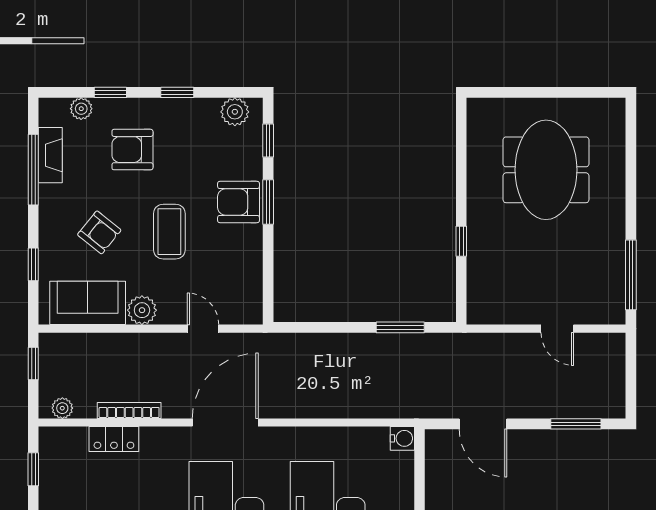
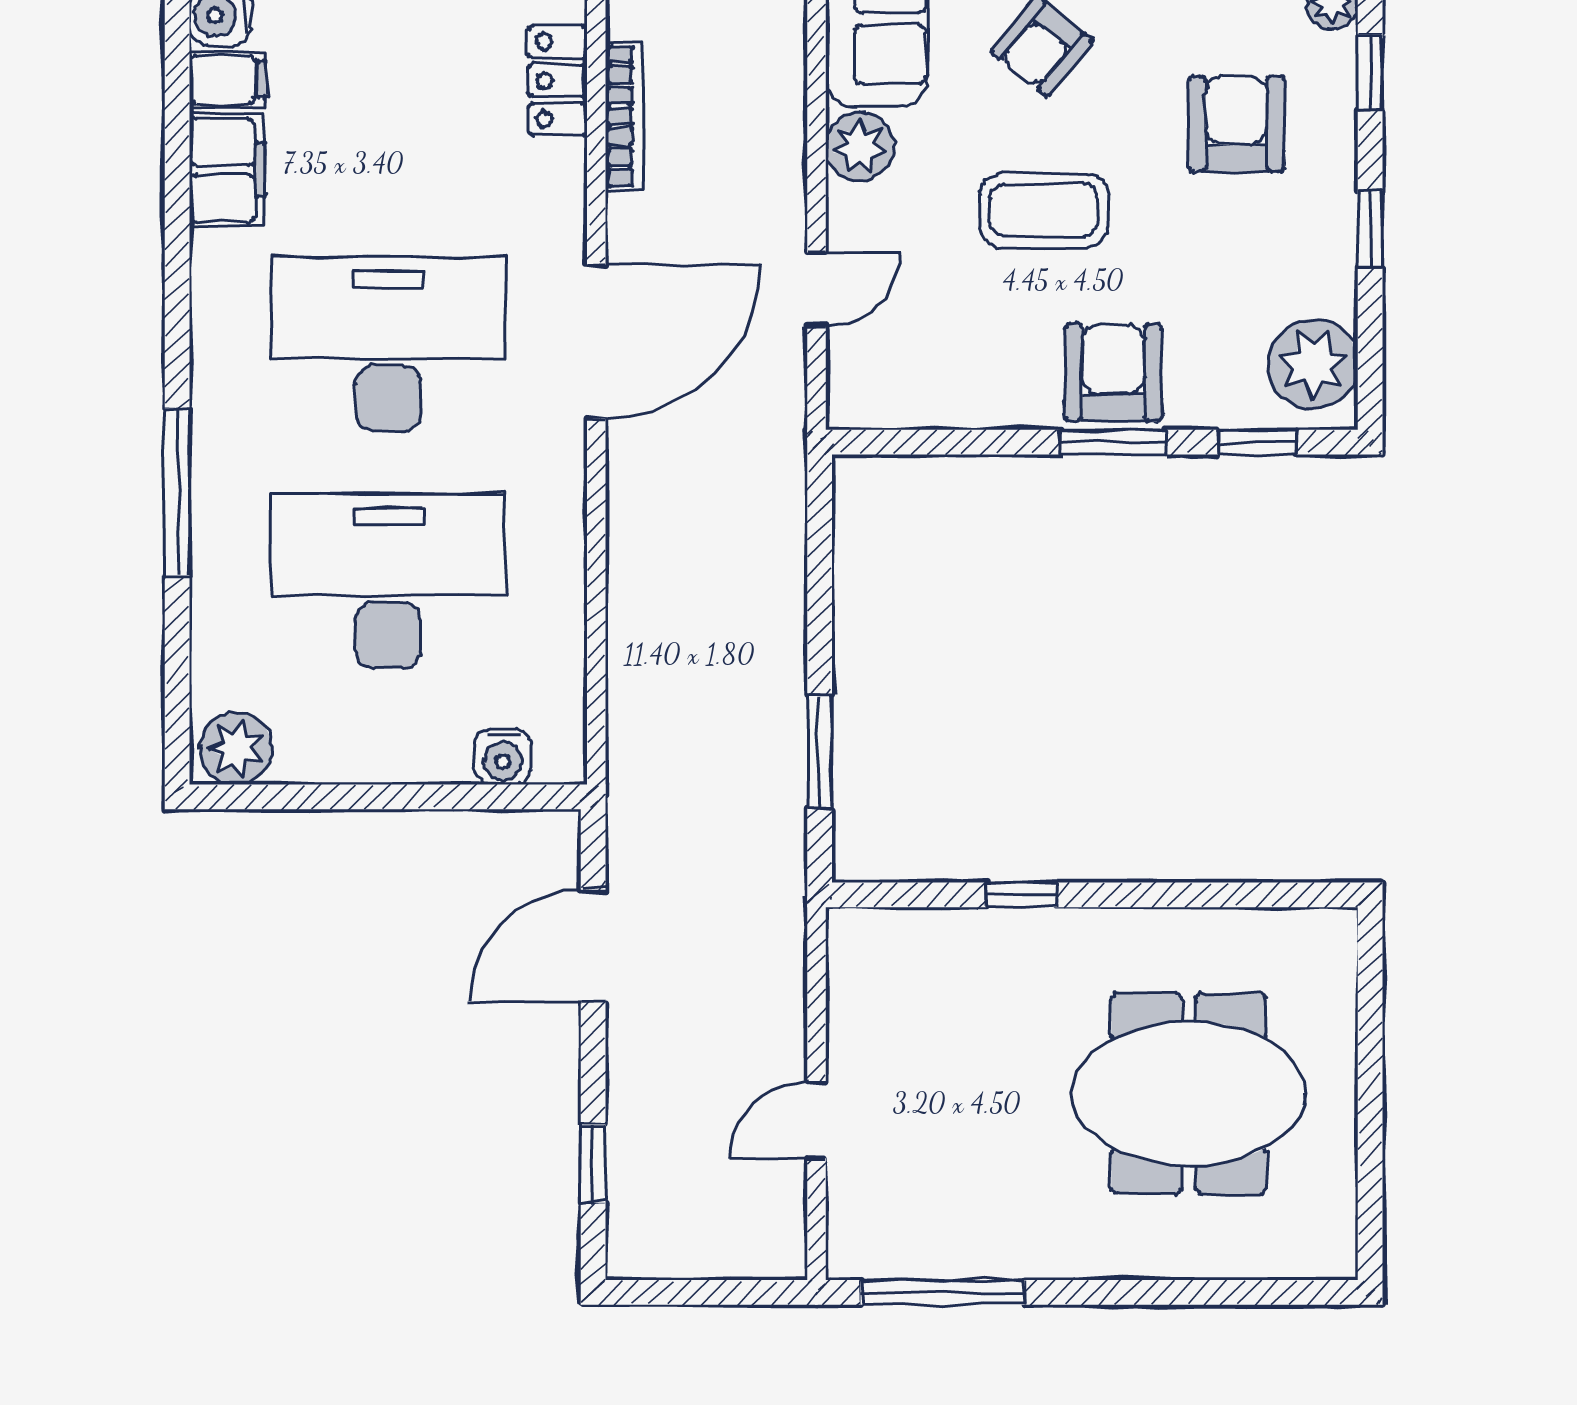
plant: (235, 112) -> (1313, 364), width x1.36, depth x1.36
door: (225, 423) -> (596, 342), hinge flipped
window: (576, 424) -> (593, 1164), width x0.67
water cooler: (402, 438) -> (503, 757), moved

